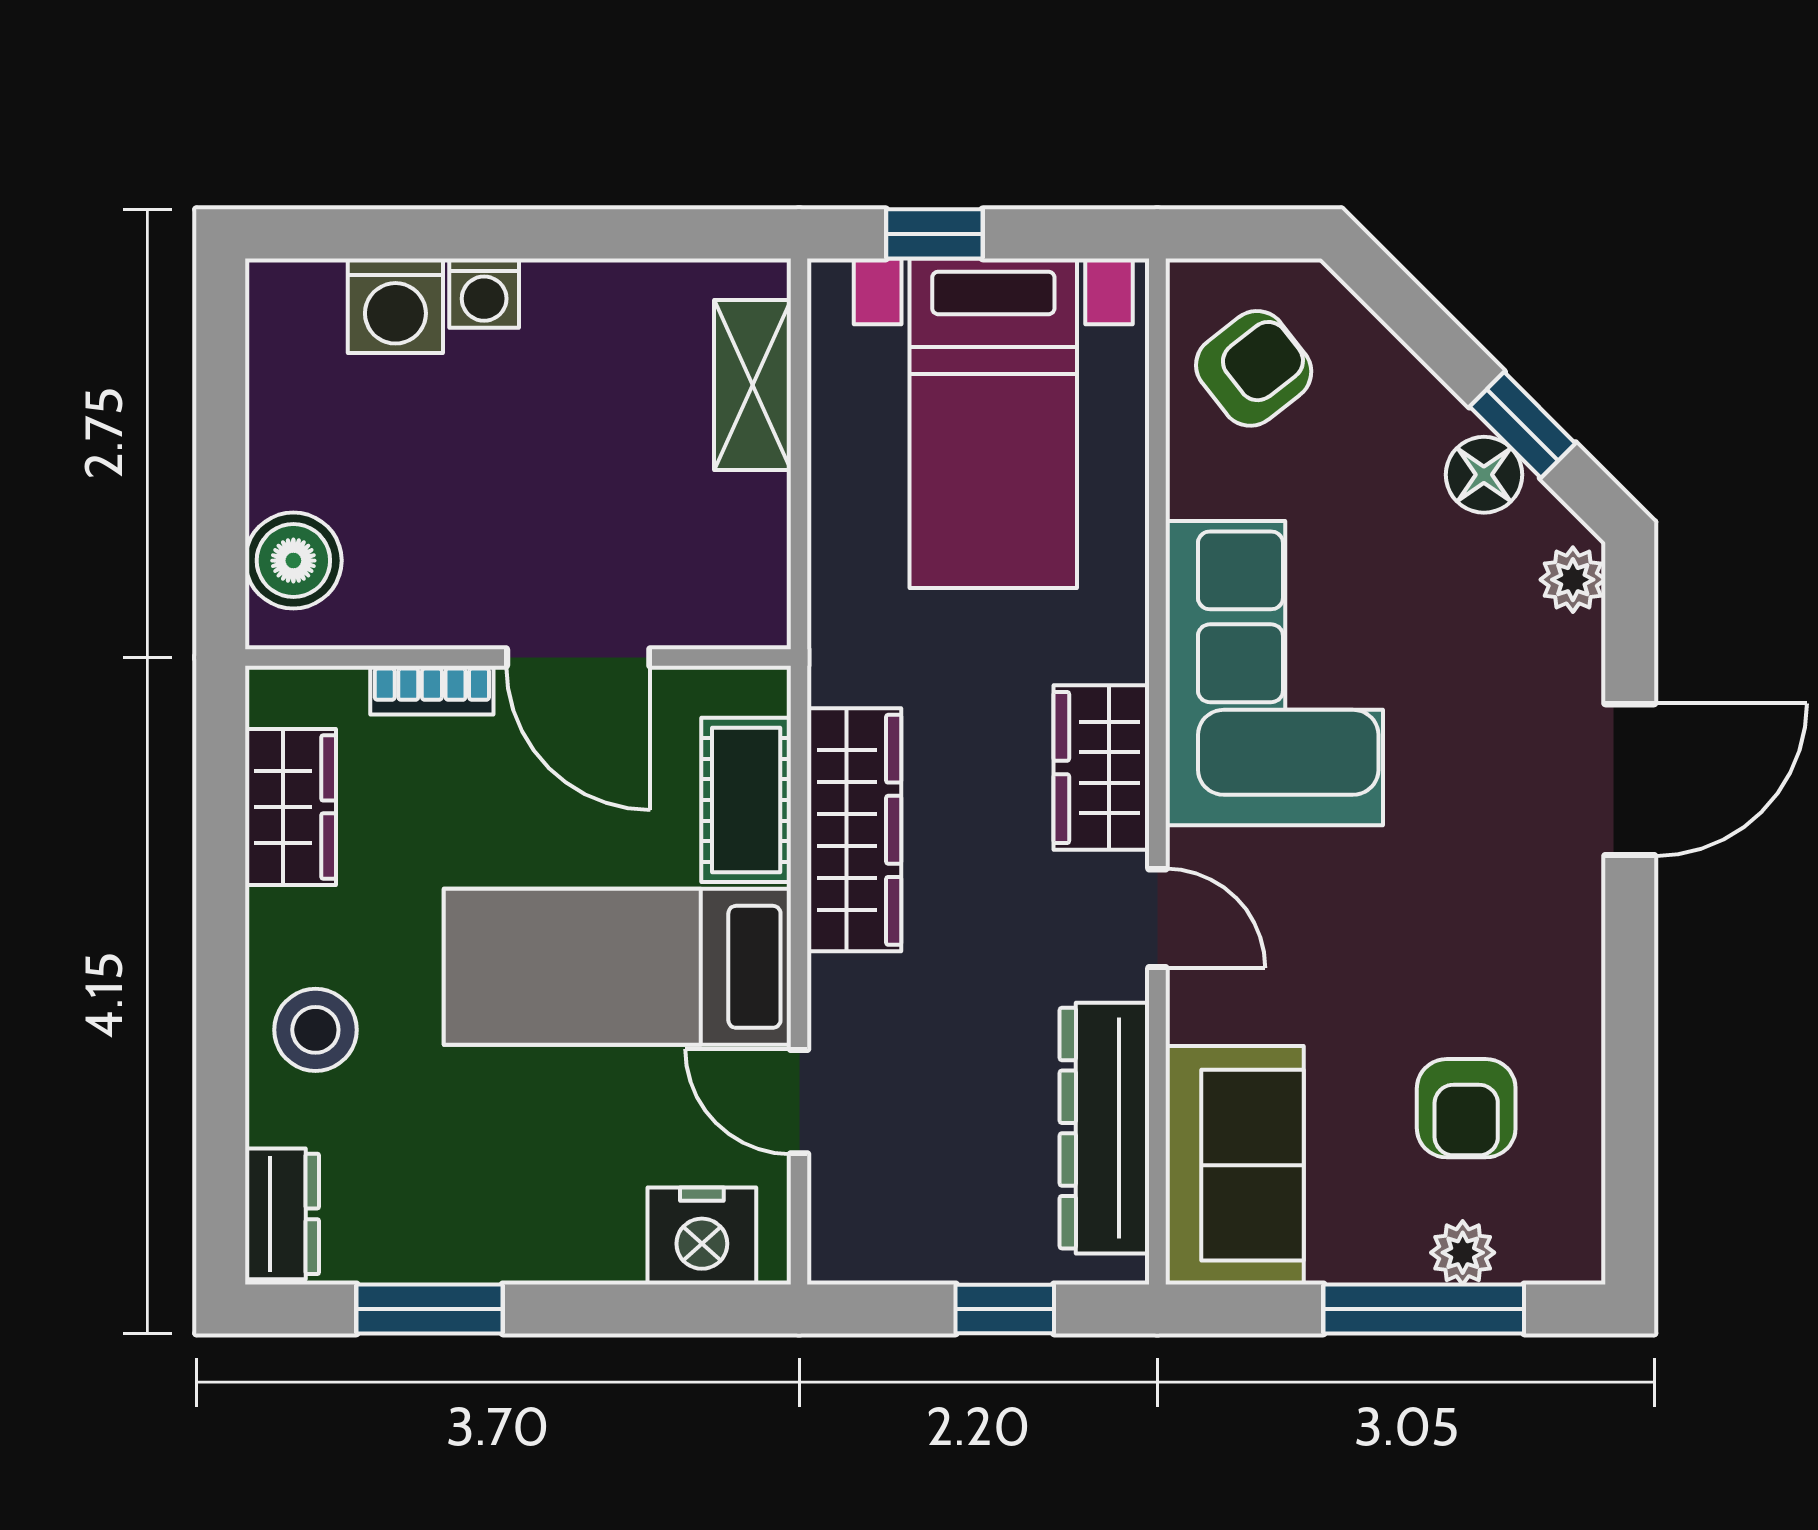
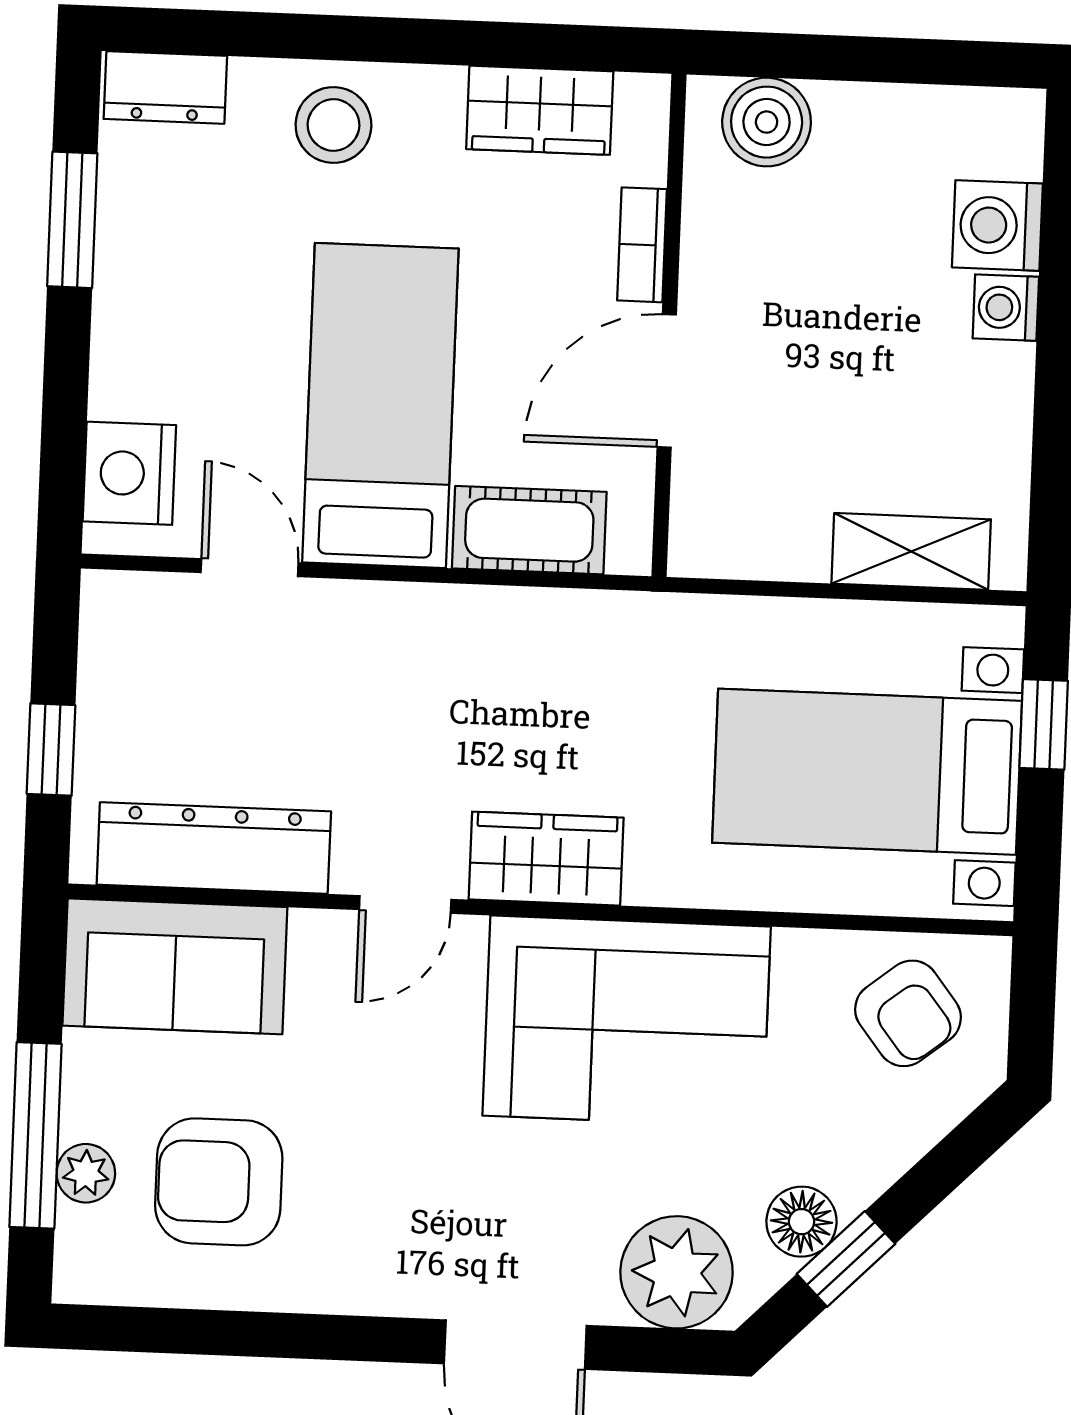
plant: (1573, 580) -> (677, 1272), width x1.87, depth x1.87
wardrobe: (854, 830) -> (498, 629), removed
door: (799, 1102) -> (250, 568), hinge flipped
armchair: (1466, 1108) -> (219, 1182), width x1.38, depth x1.38

